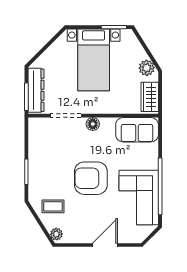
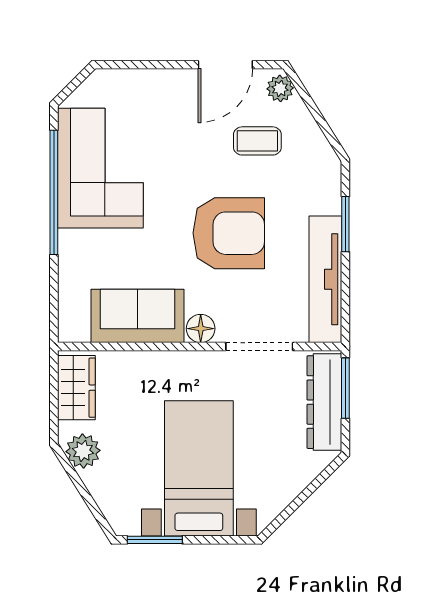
sofa: (137, 130) -> (138, 316), moved
tv unit: (36, 147) -> (325, 279), added
armchair: (91, 178) -> (229, 233), moved
coffee table: (53, 206) -> (257, 141), moved
door: (105, 245) -> (225, 65), moved

